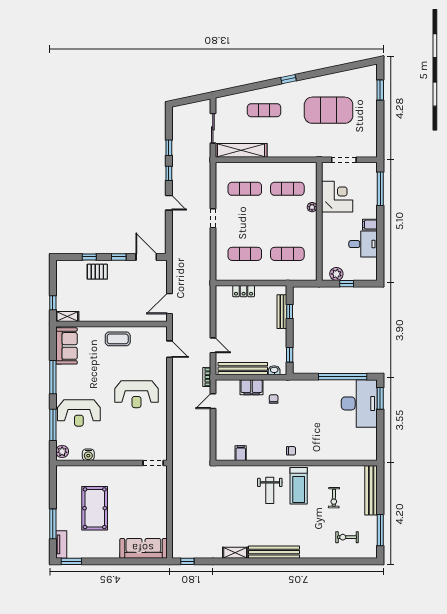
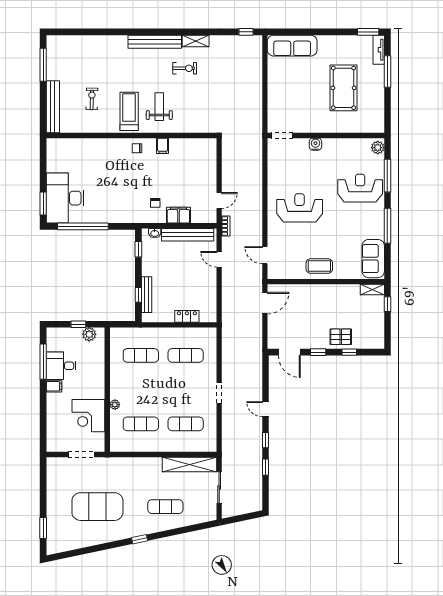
window: (380, 189) -> (43, 362), moved
filing cabinet: (241, 453) -> (163, 146), moved
water cooler: (88, 455) -> (315, 144), moved
exercise bike: (347, 537) -> (185, 68), moved

